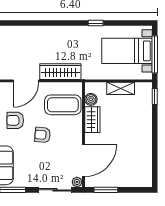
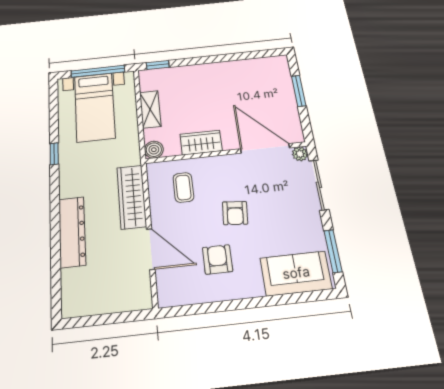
dresser: (42, 33) -> (72, 232), added
boiler: (91, 99) -> (154, 150), moved
coffee table: (63, 105) -> (183, 187), width x0.54, depth x0.58
armchair: (15, 120) -> (217, 259), turned 180
window: (106, 190) -> (299, 91), moved

